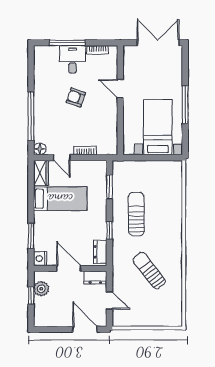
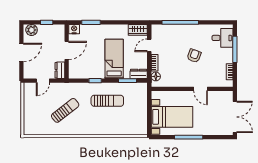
desk: (73, 59) -> (222, 38), moved
door: (120, 89) -> (201, 89), swing flipped
floor lamp: (40, 149) -> (156, 76), moved
bed: (60, 199) -> (114, 59), moved, turned 180
dresser: (100, 252) -> (139, 74), moved
plant: (41, 289) -> (32, 30), moved
door: (85, 329) -> (21, 52), moved

